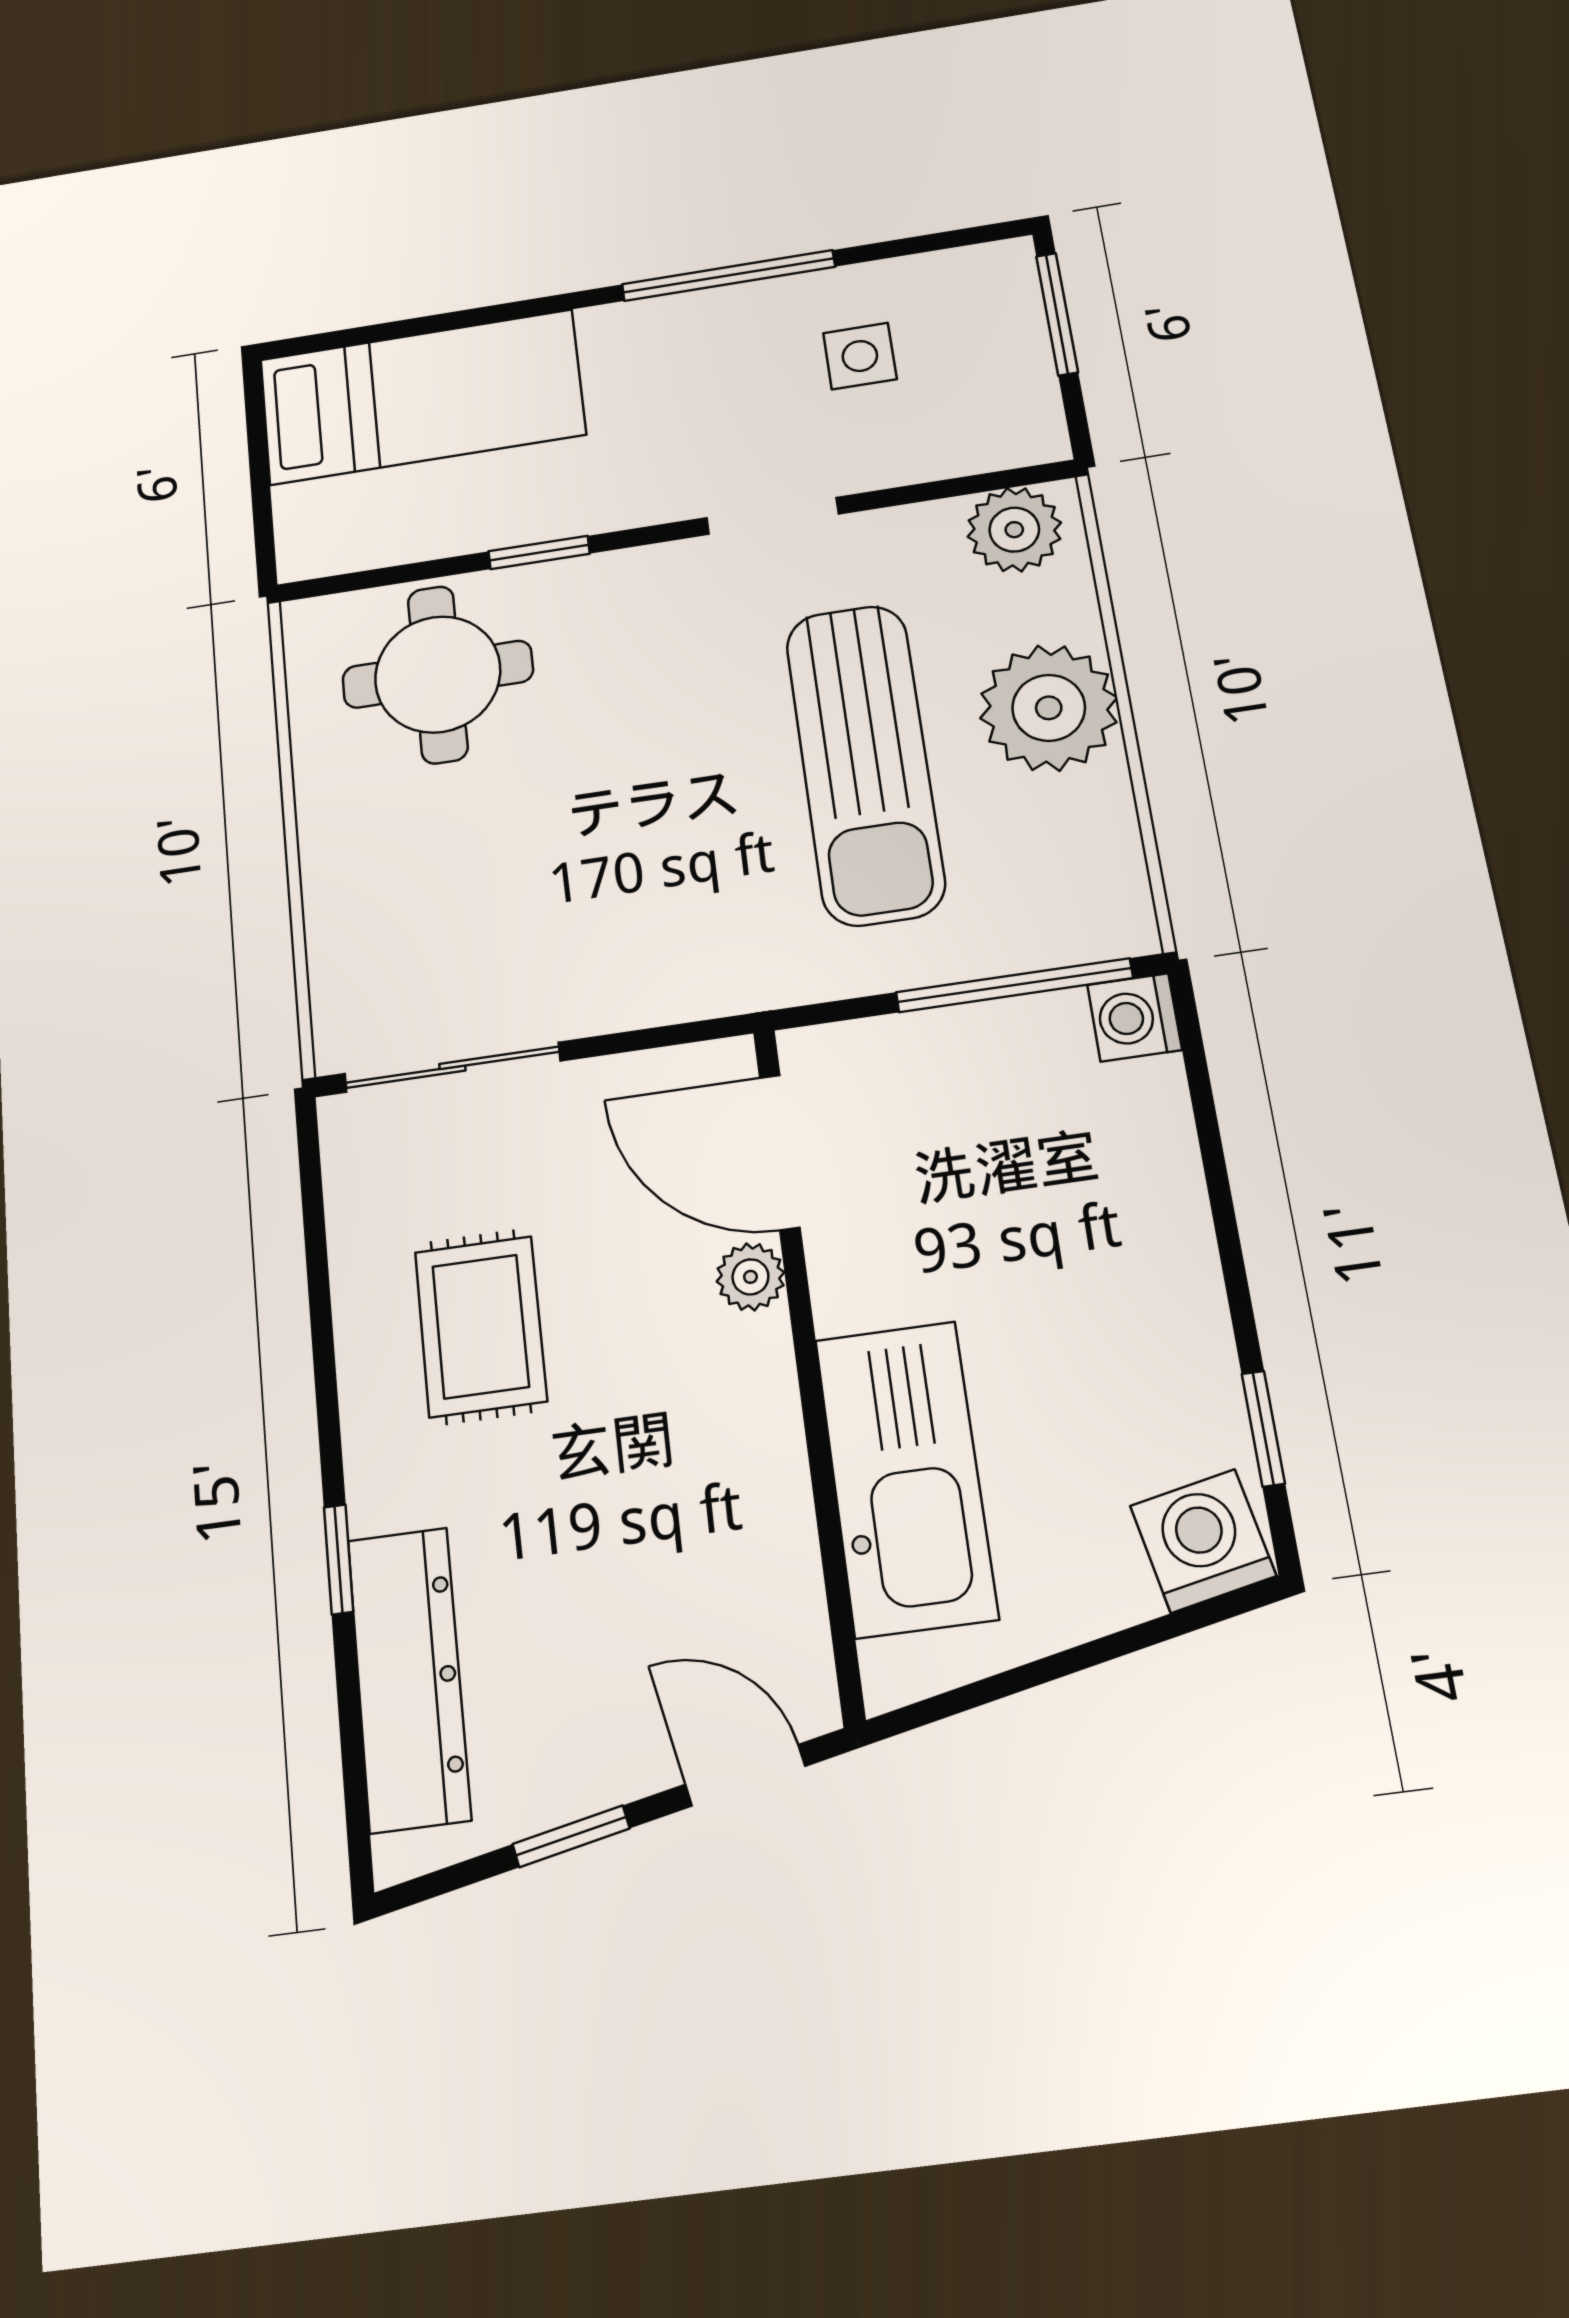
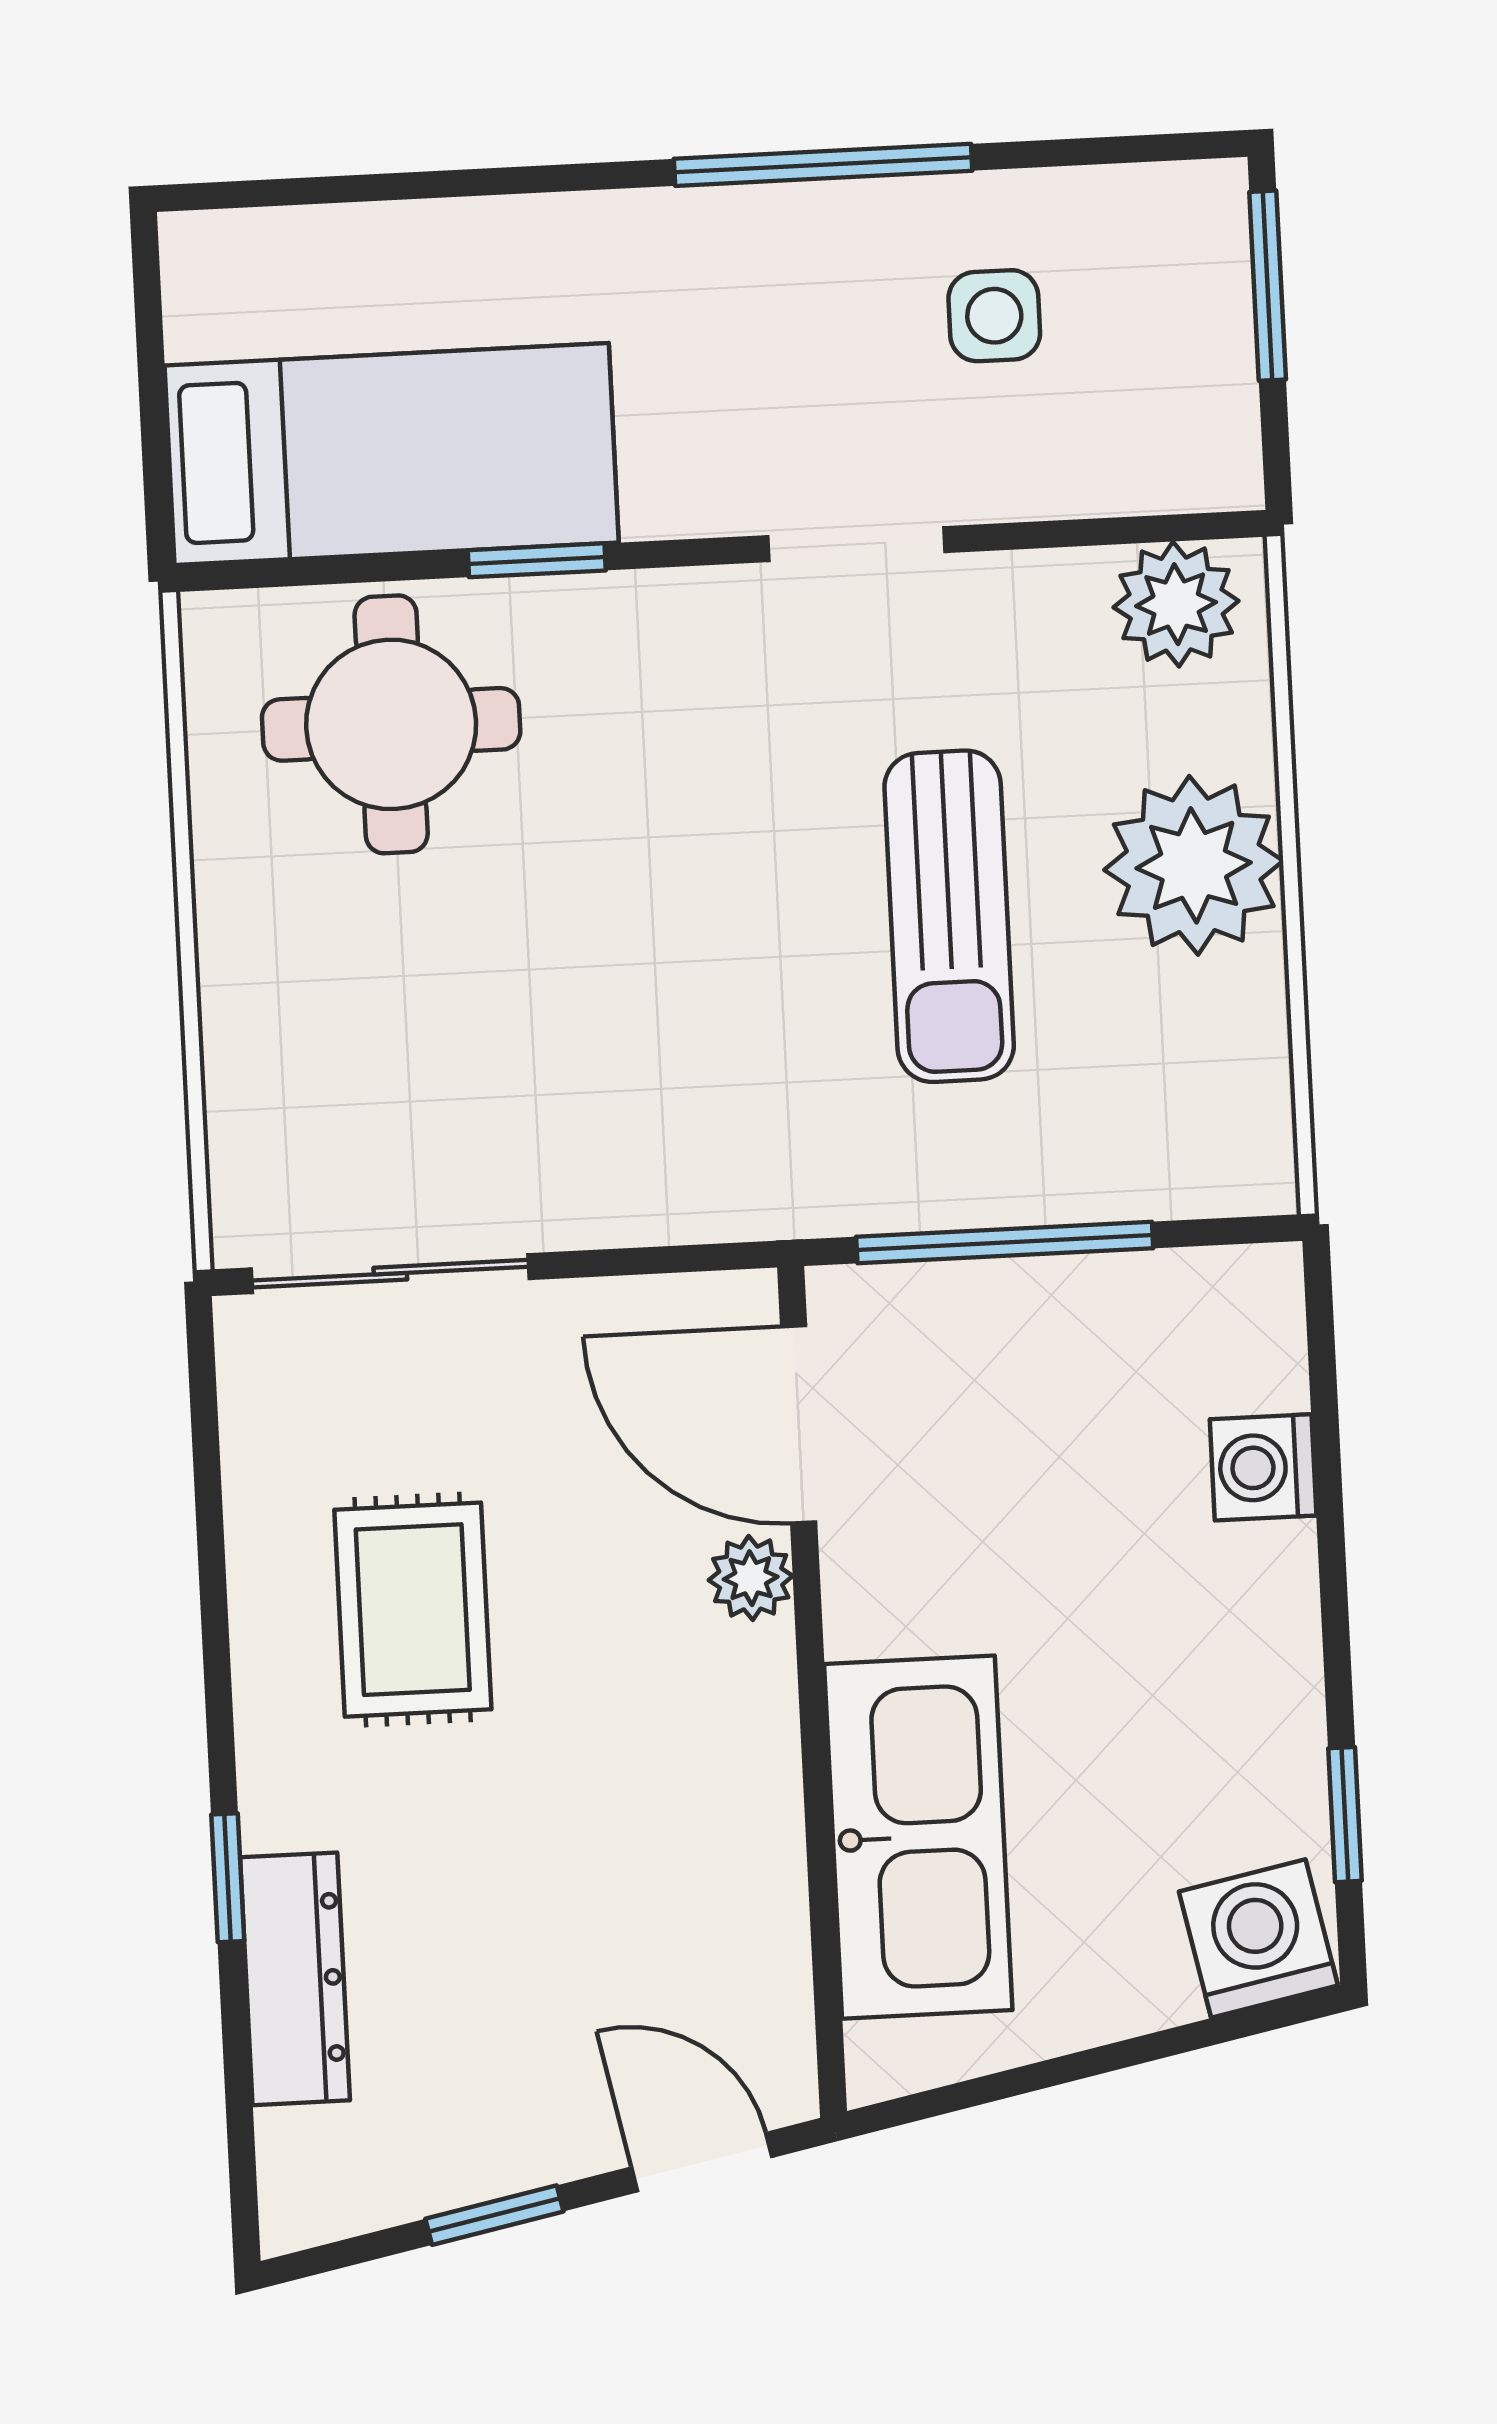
bed: (422, 397) -> (392, 454), moved
sun lounger: (865, 763) -> (949, 916), width x0.73, depth x0.75
window: (1014, 985) -> (1005, 1243), moved
washing machine: (1134, 1017) -> (1263, 1467), moved
dresser: (409, 1679) -> (295, 1979), width x0.73, depth x0.80

